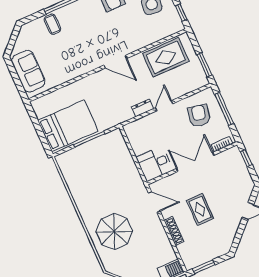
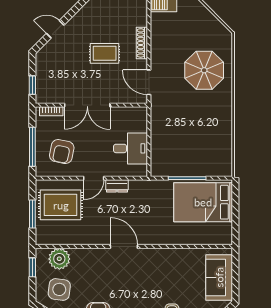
plant: (163, 29) -> (59, 259), added
rug: (166, 57) -> (61, 205), moved
window: (204, 65) -> (32, 214), moved
desk: (155, 164) -> (130, 148), moved
rug: (200, 209) -> (105, 53), turned 90

